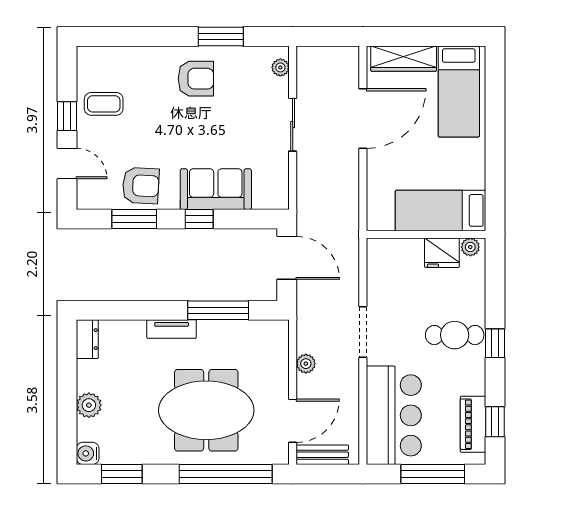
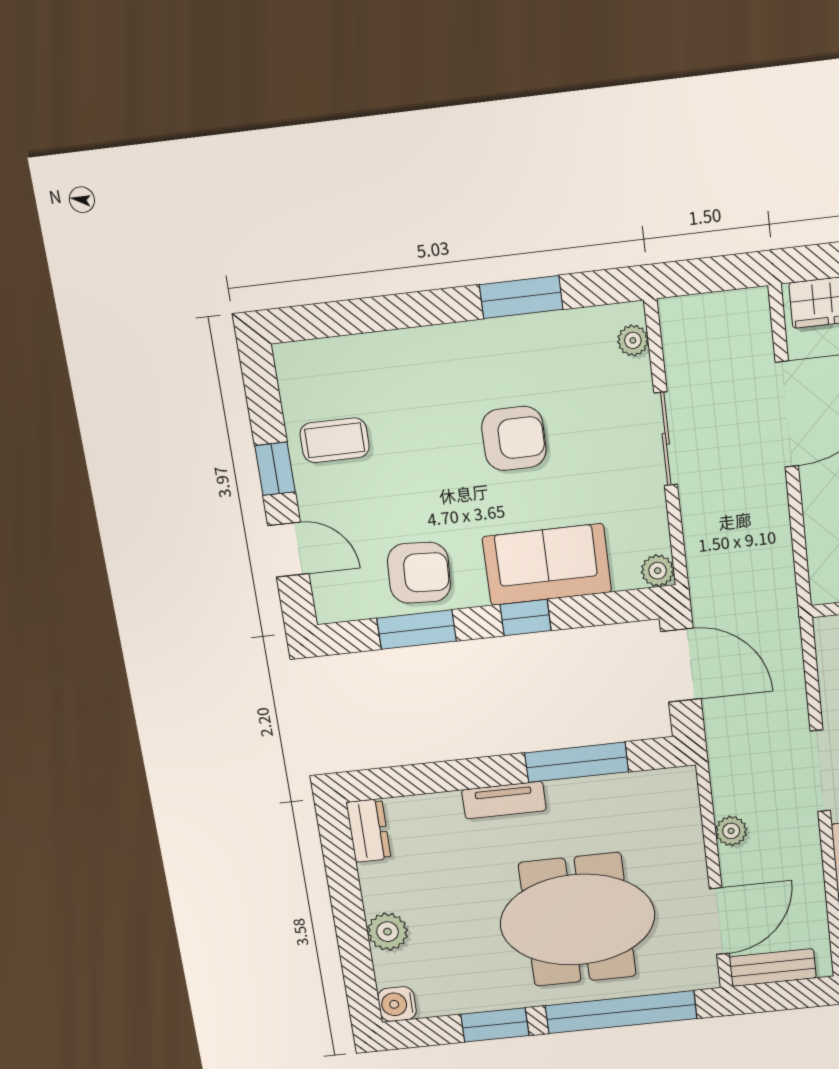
armchair: (196, 79) -> (514, 438), moved
plant: (279, 200) -> (658, 571), added
window: (122, 474) -> (495, 1025), moved

